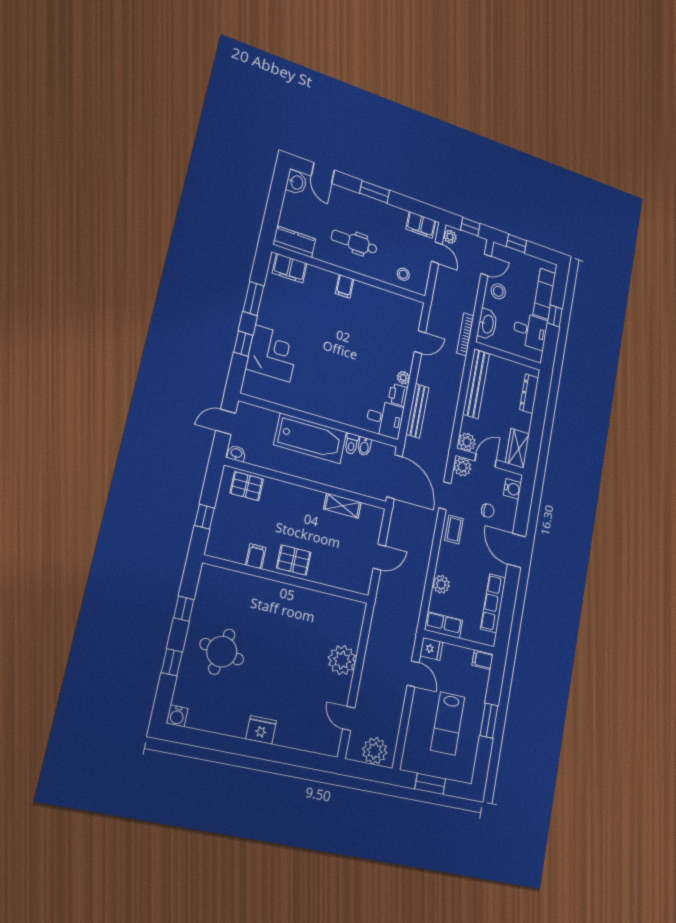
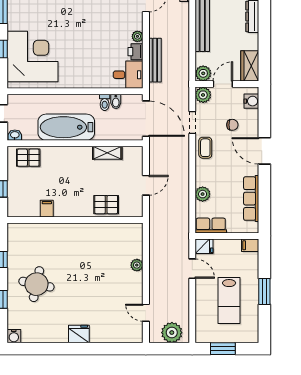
corner desk: (272, 353) -> (32, 56), width x1.36, depth x1.36
bathtub: (310, 438) -> (66, 127), moved, turned 180
pallet: (294, 560) -> (106, 205), moved
plant: (342, 660) -> (137, 265), width x0.53, depth x0.53

